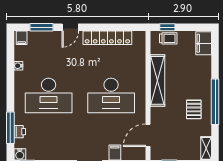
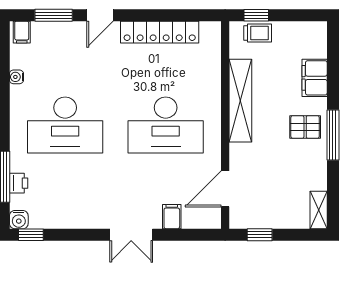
filing cabinet: (204, 43) -> (315, 78), moved
window: (215, 102) -> (333, 135), width x0.68
pallet: (194, 109) -> (305, 127), moved, turned 90

